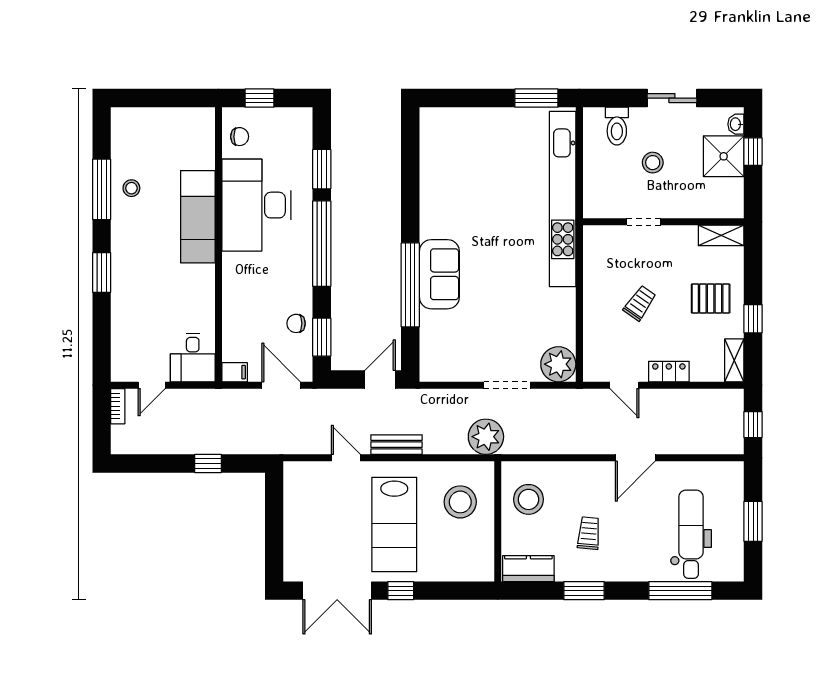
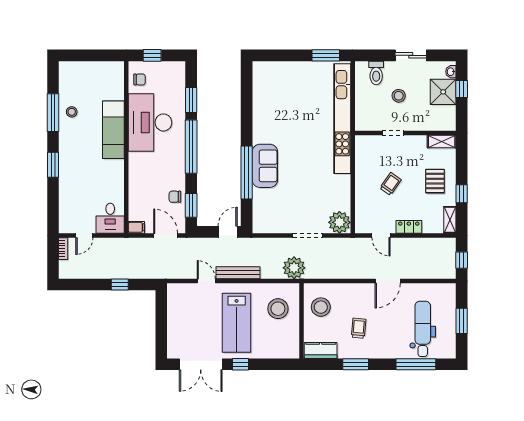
pallet: (711, 299) -> (435, 181), turned 90
bench: (397, 445) -> (238, 273), width x1.36

